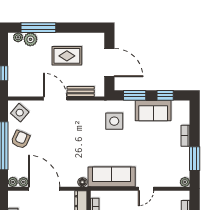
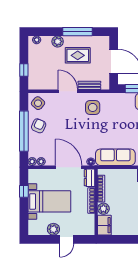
window: (38, 28) -> (78, 32), moved
plant: (30, 39) -> (58, 41), moved
side table: (114, 121) -> (93, 107), moved
door: (44, 189) -> (69, 167), moved

